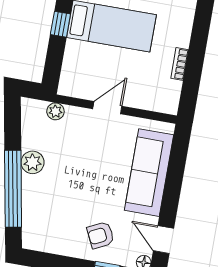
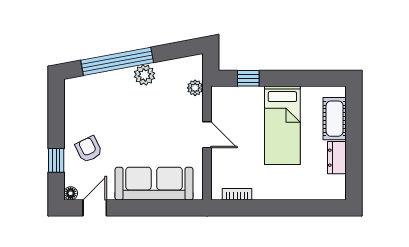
window: (60, 24) -> (248, 78), moved
bookcase: (180, 64) -> (237, 194), moved

